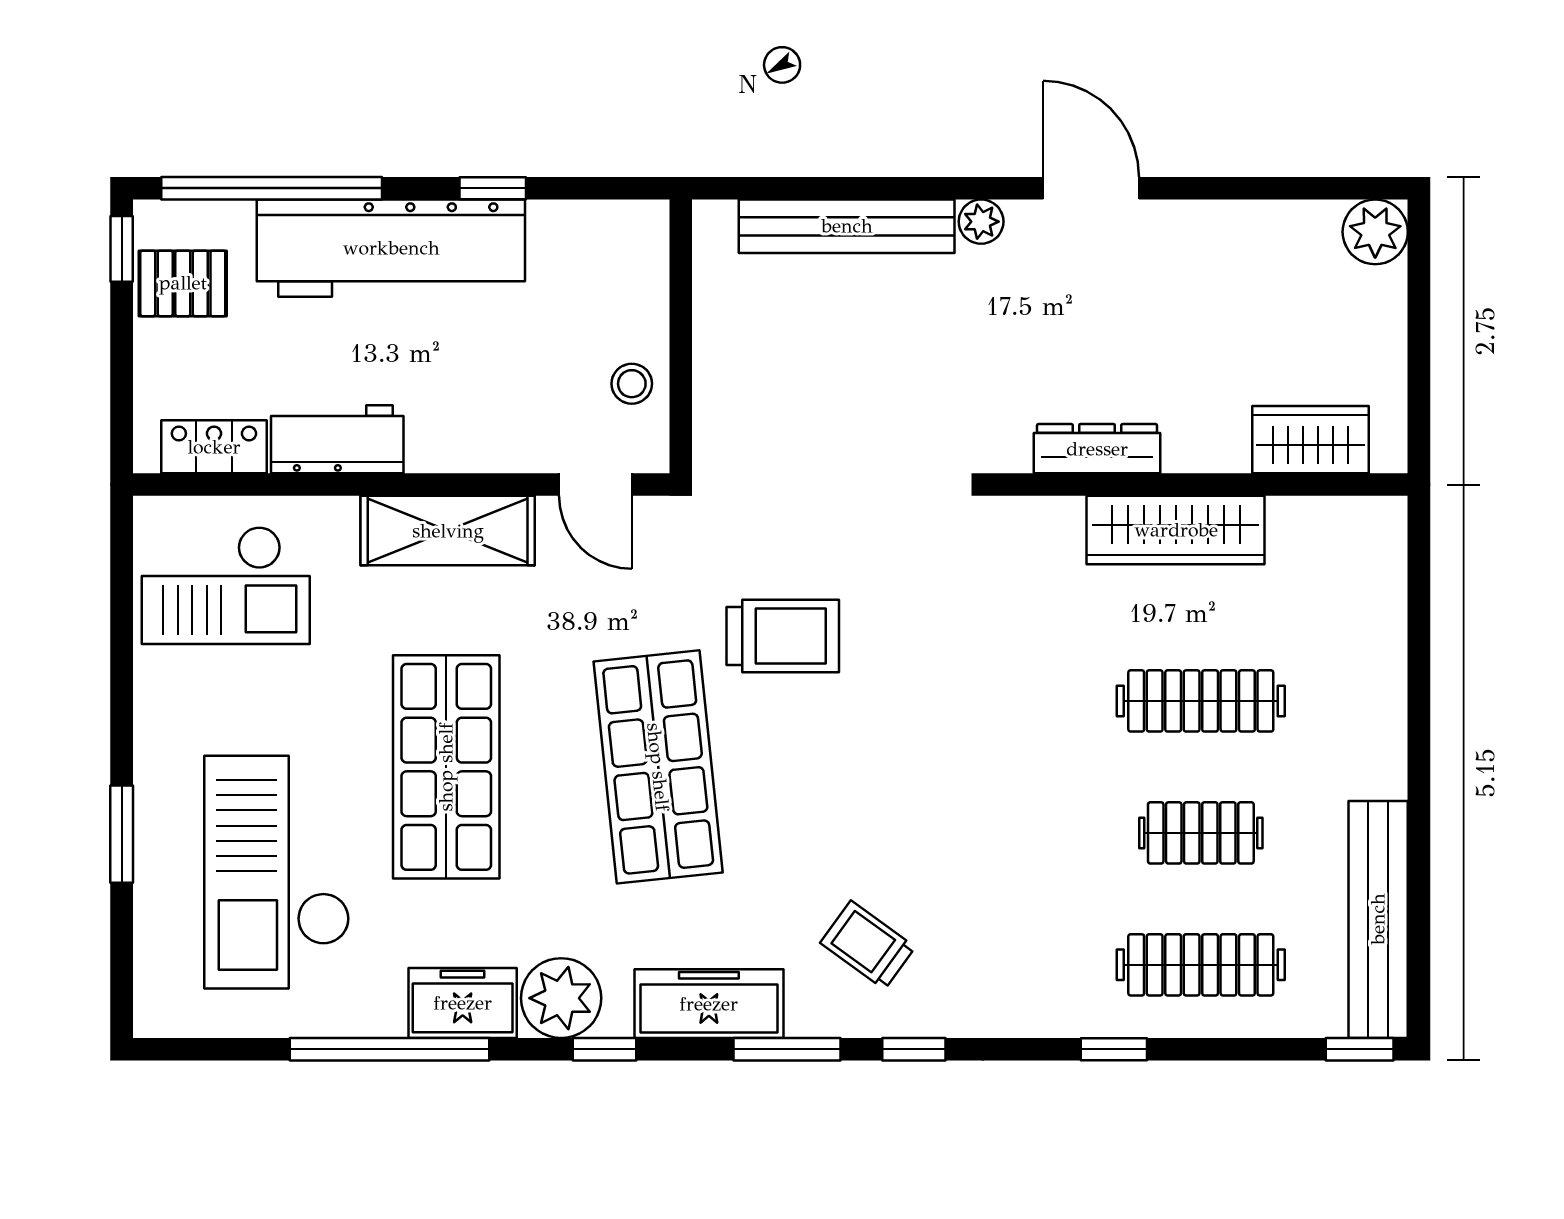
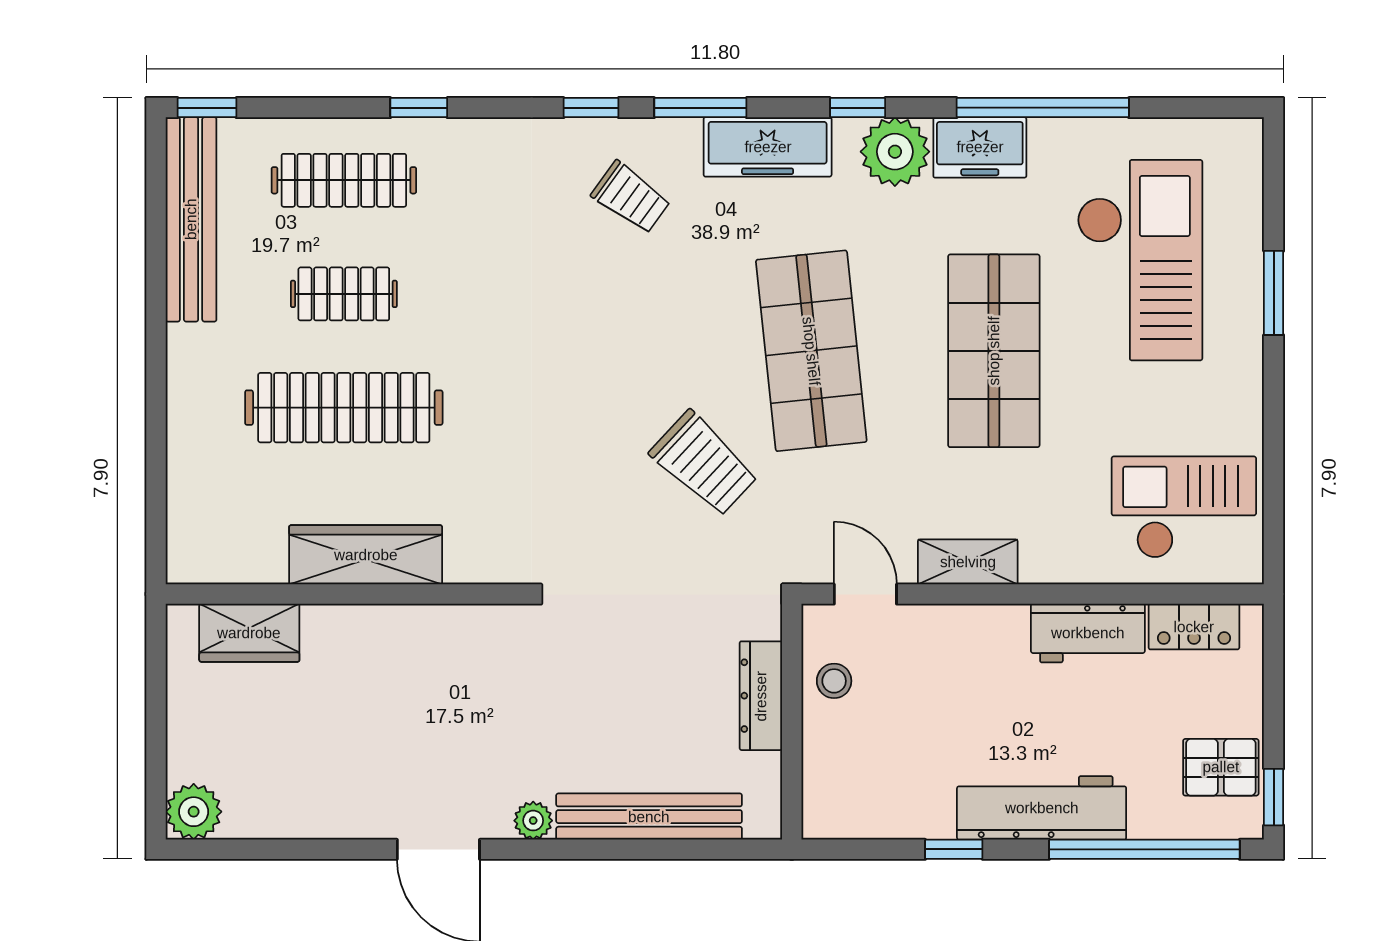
workbench: (391, 248) -> (1042, 808), width x0.73, depth x0.76
dresser: (1097, 449) -> (761, 696), moved, turned 90
shelving: (448, 531) -> (968, 562), width x0.67, depth x0.75
trolley: (783, 636) -> (704, 464), turned -137
clothes rail: (1201, 701) -> (344, 408), width x1.37, depth x1.31

